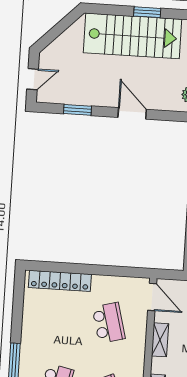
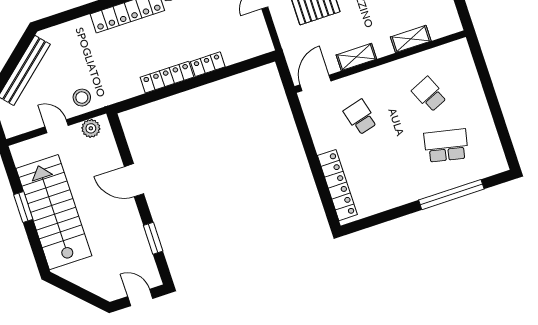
door: (132, 113) -> (134, 180), hinge flipped
school desk: (109, 323) -> (360, 117), width x0.54

